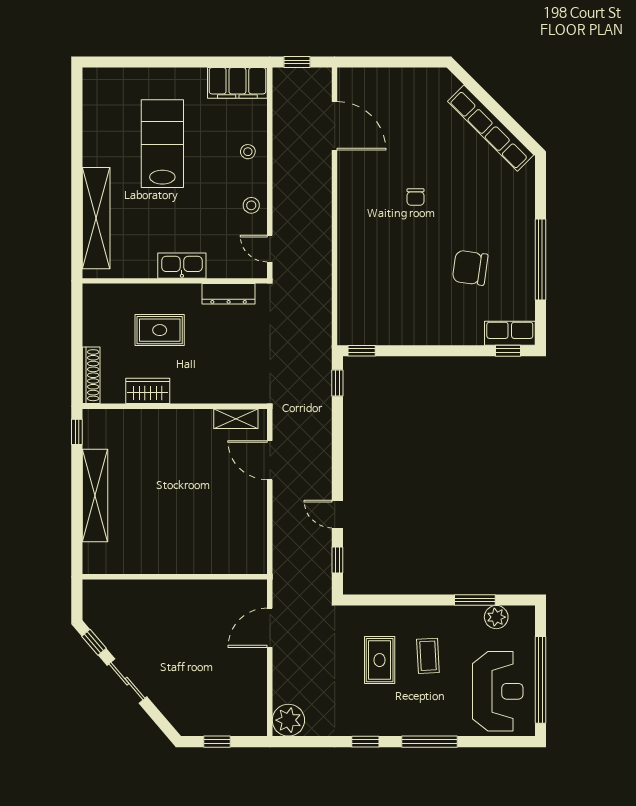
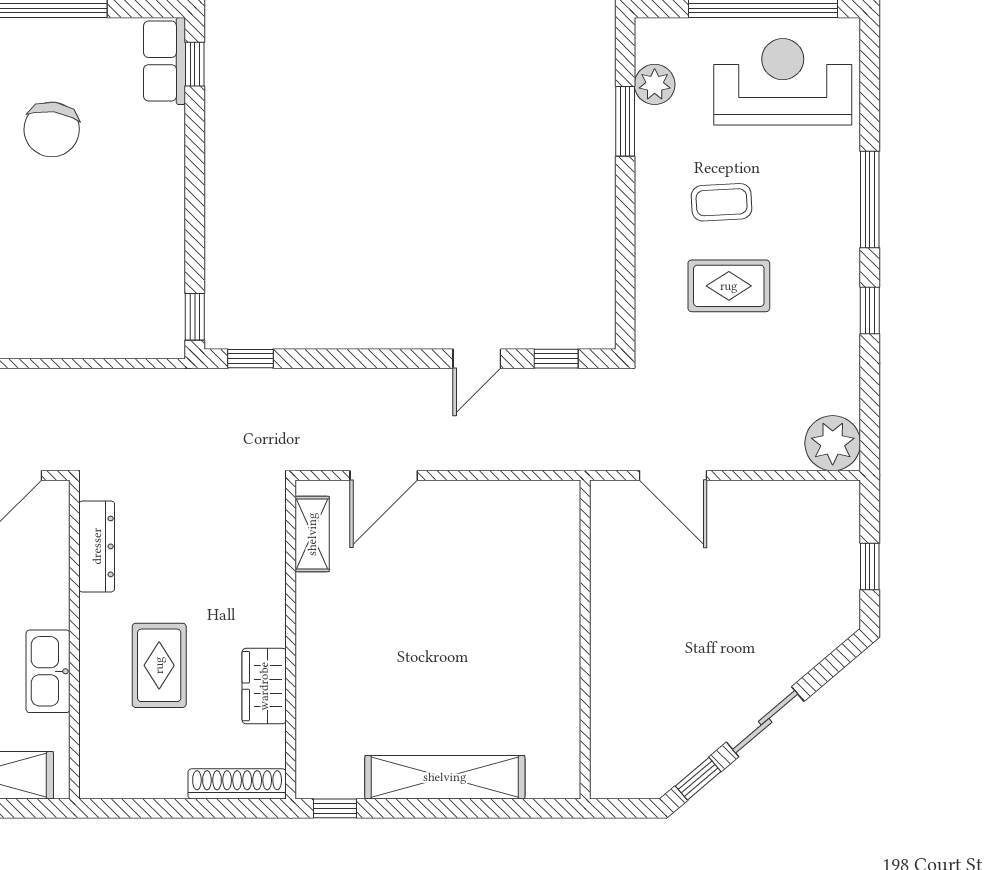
kitchen sink: (182, 266) -> (48, 671), moved

